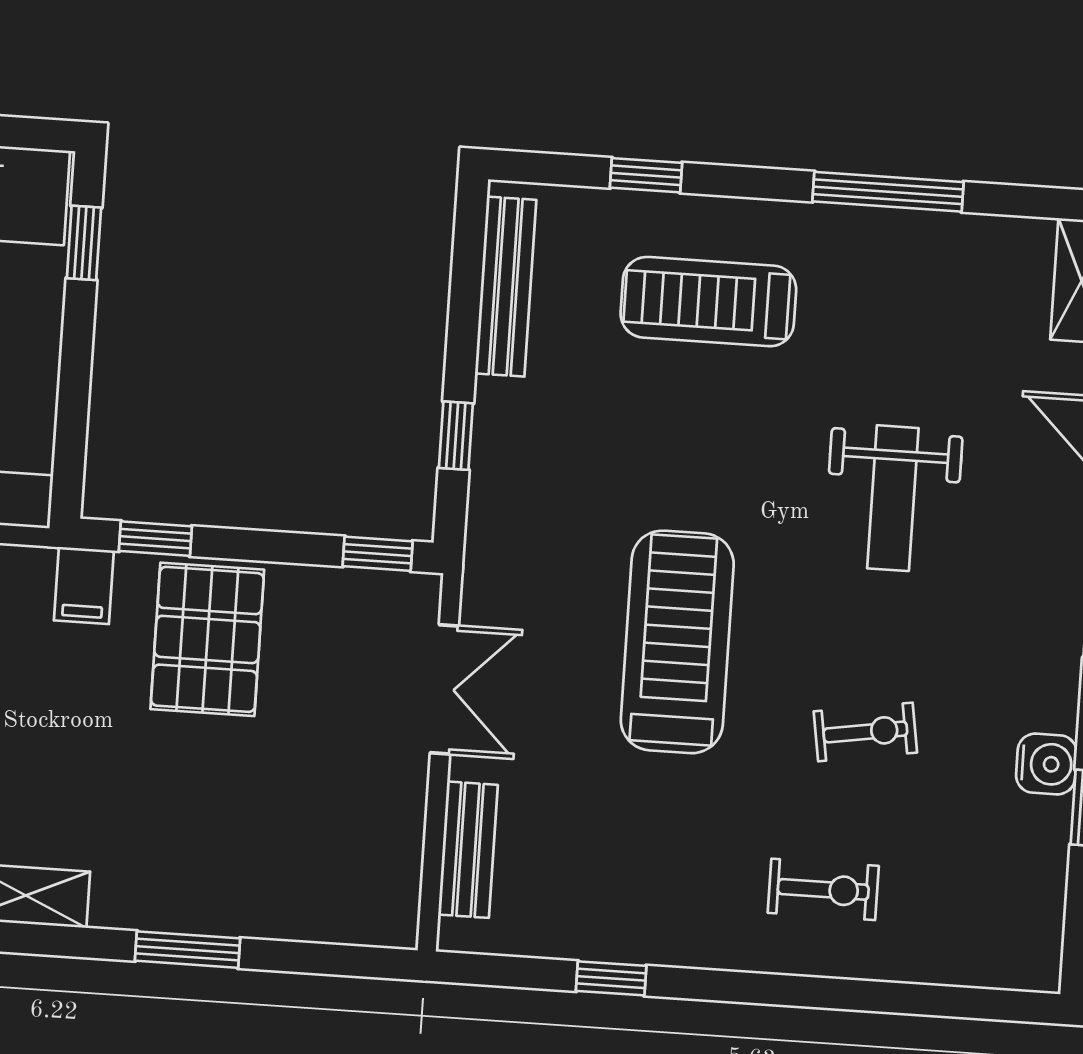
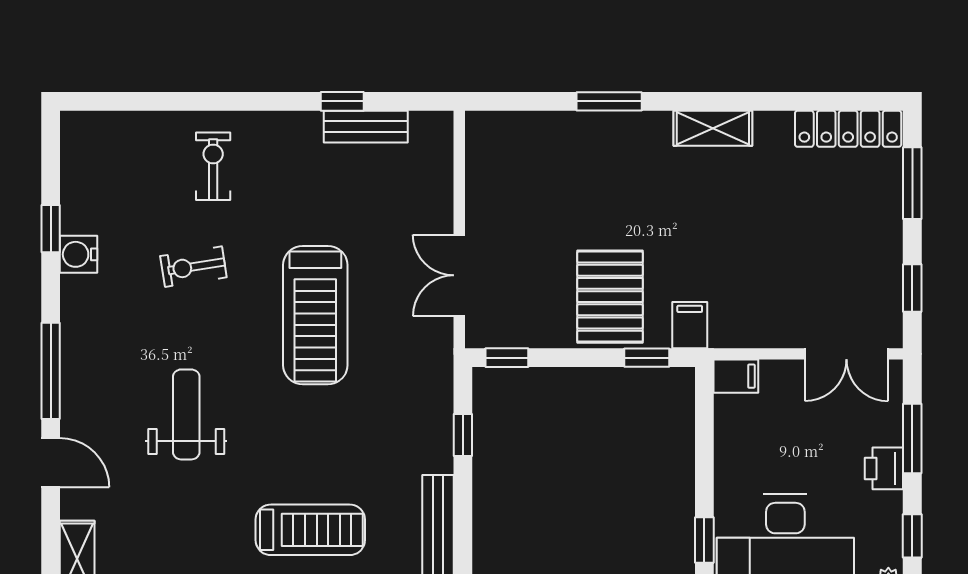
bench: (468, 850) -> (366, 127), moved, turned 90
exercise bike: (823, 889) -> (213, 166), turned 90

